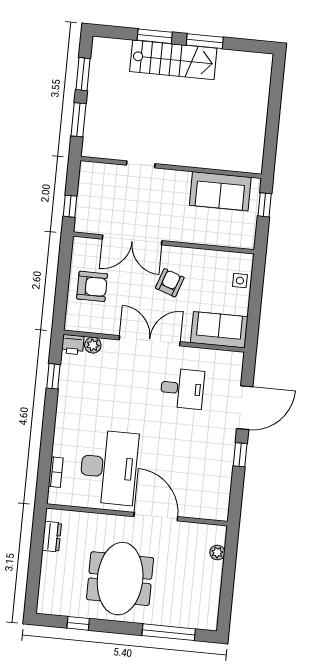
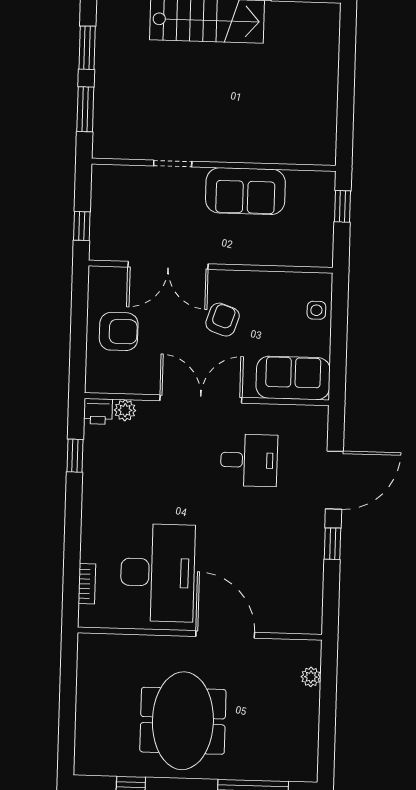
sofa: (220, 191) -> (245, 191), moved
dresser: (52, 537) -> (87, 671), removed

